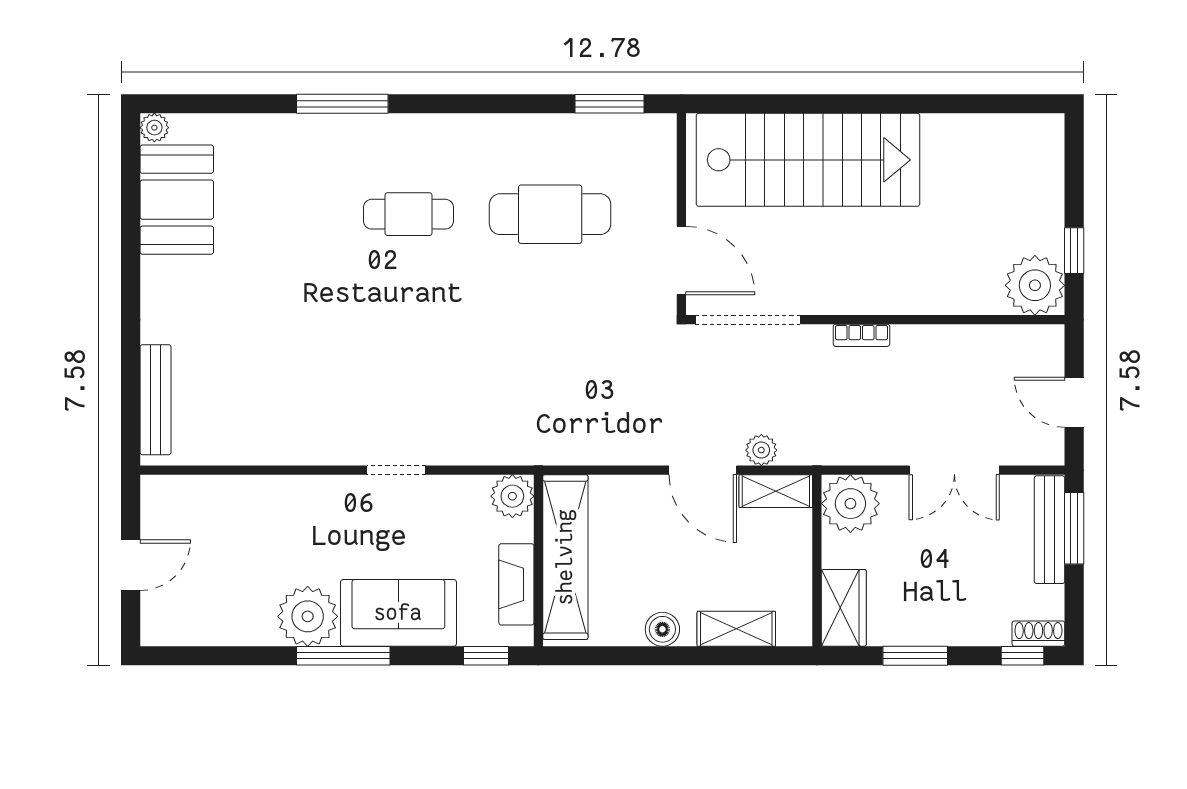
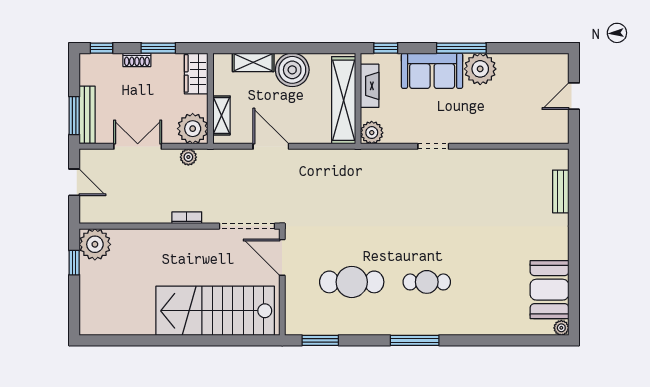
window: (342, 104) -> (415, 340), moved
bench: (155, 400) -> (561, 191), width x0.73
plant: (761, 450) -> (188, 157), moved
shelving: (776, 491) -> (221, 115), moved, turned 90
boiler: (662, 629) -> (292, 70), width x1.86, depth x1.86
shoe rack: (1038, 634) -> (137, 60), moved

